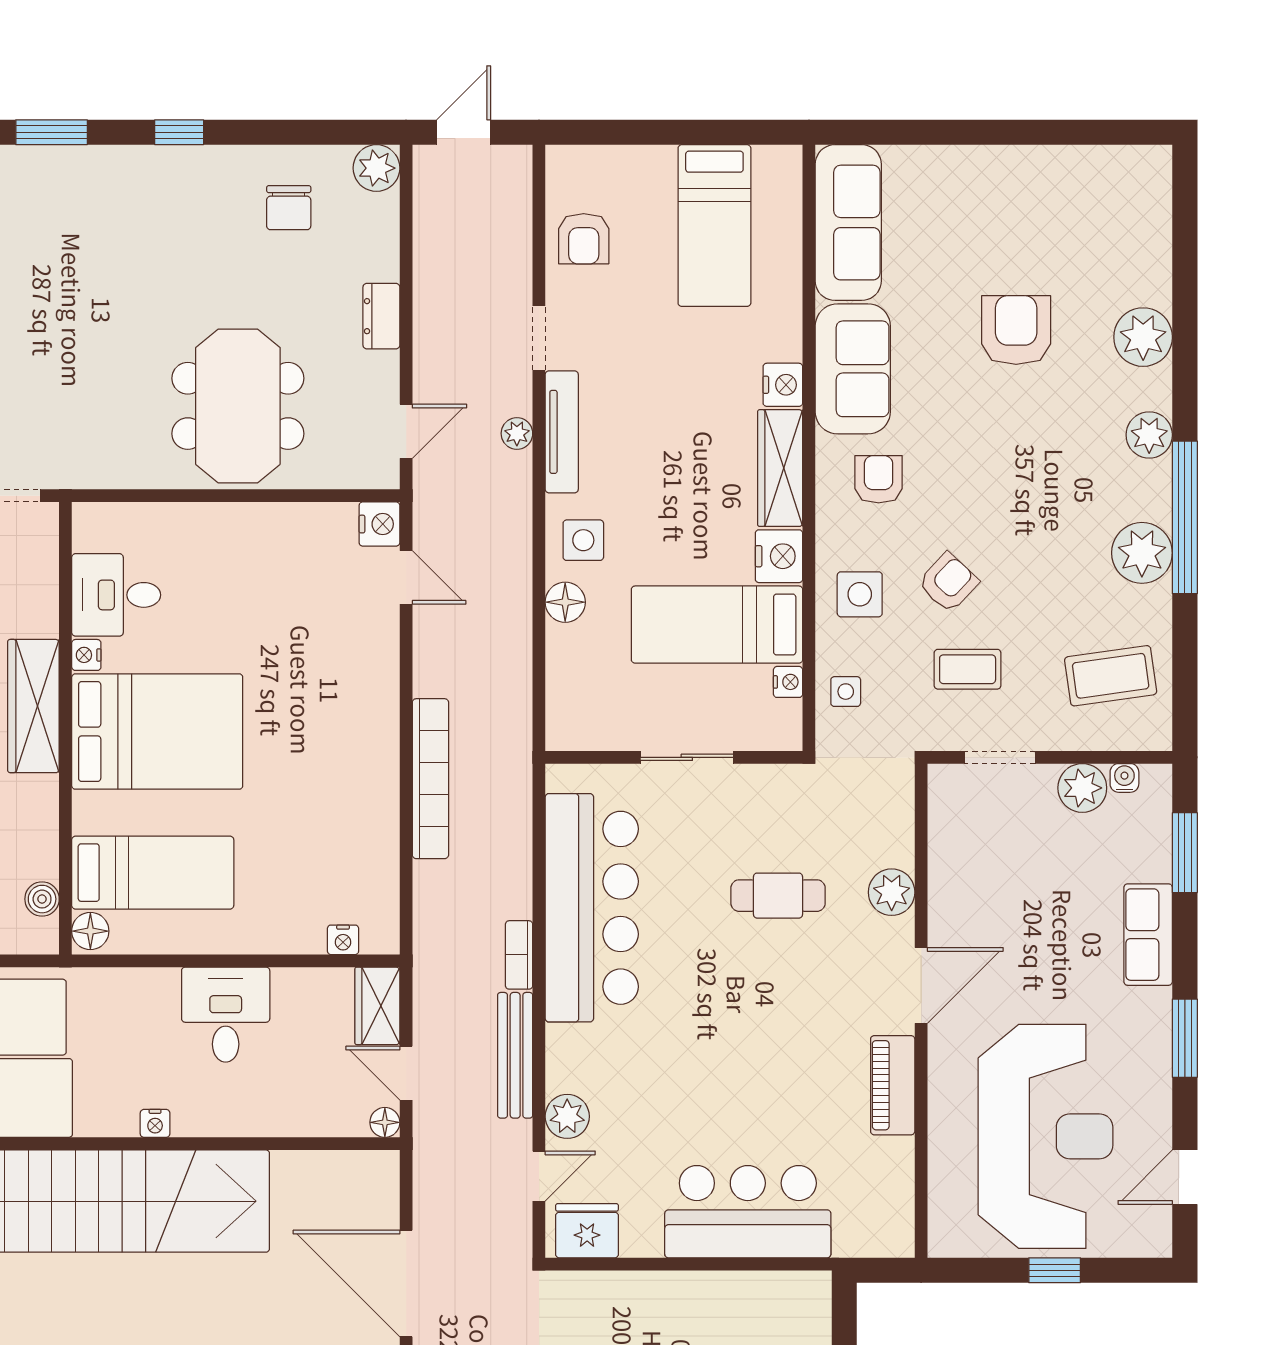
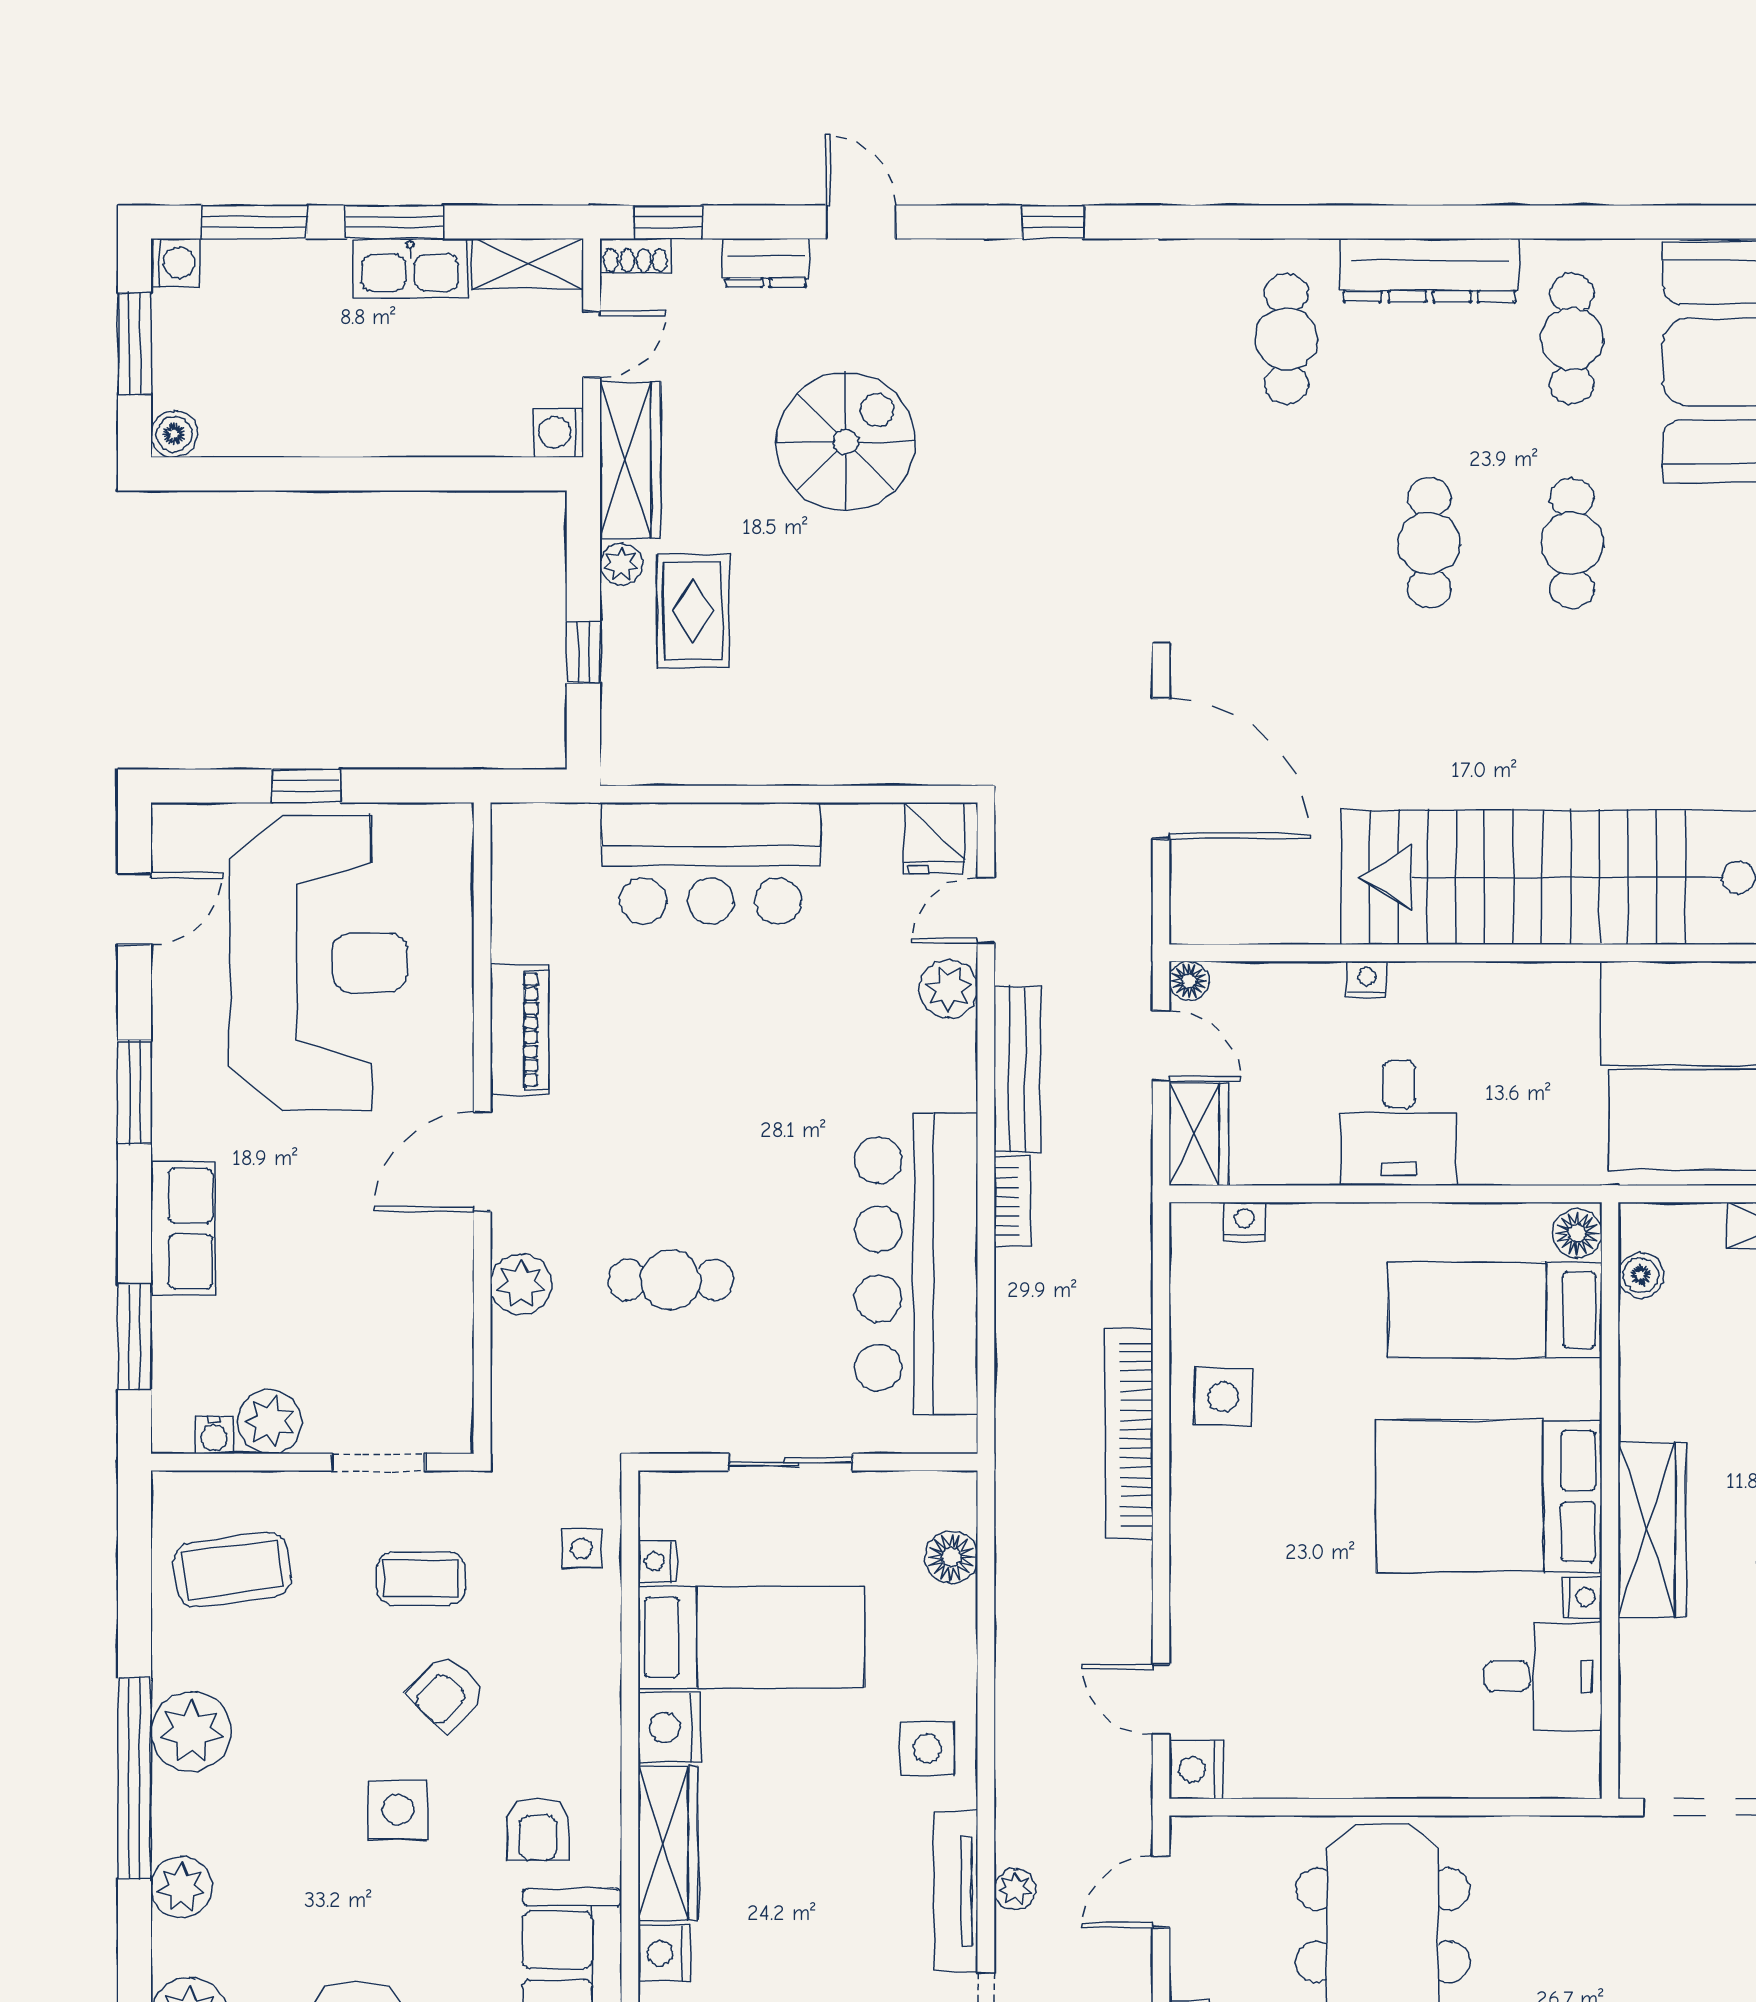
side table: (860, 594) -> (398, 1810), moved
floor lamp: (565, 602) -> (951, 1557), moved
side table: (359, 807) -> (1223, 1397), added
nightstand: (155, 1123) -> (1367, 980), moved
reception desk: (1046, 1136) -> (318, 963), turned 180
fridge: (587, 1231) -> (934, 838), width x0.72

